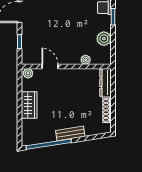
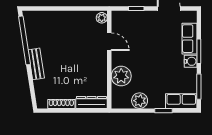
plant: (86, 60) -> (121, 76), width x1.88, depth x1.88
door: (50, 66) -> (109, 42), hinge flipped
wardrobe: (29, 105) -> (67, 19), removed

